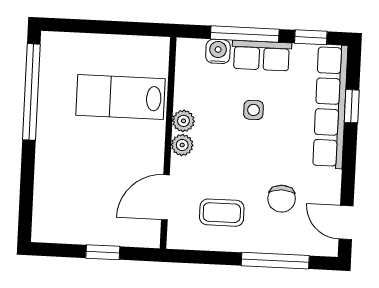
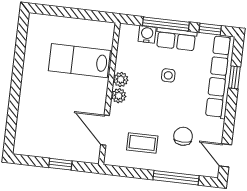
window: (31, 92) -> (20, 53), removed
door: (165, 197) -> (105, 130), hinge flipped
chair: (282, 199) -> (183, 136), turned 180

